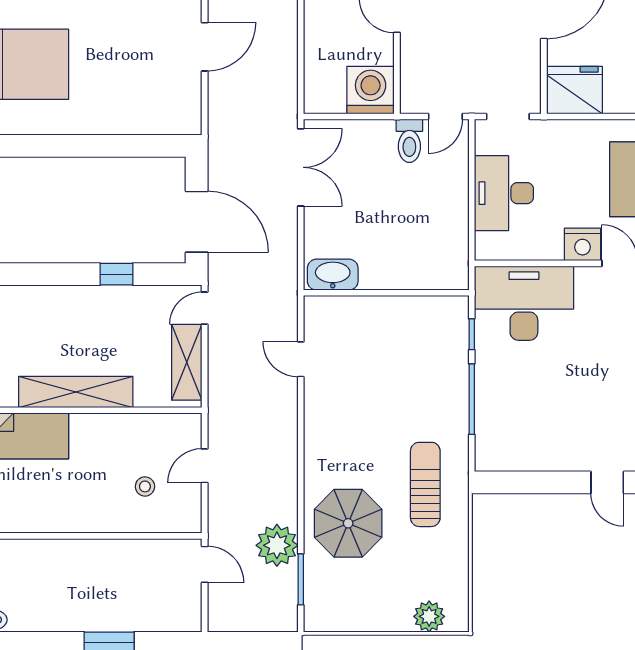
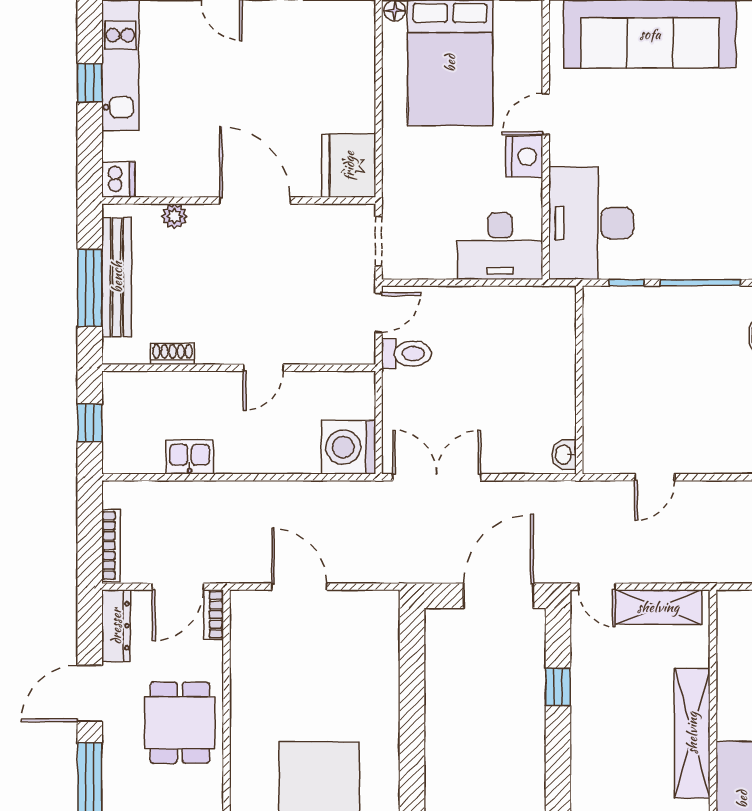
washing machine: (371, 90) -> (349, 447), moved
door: (445, 116) -> (379, 313), hinge flipped
desk: (504, 193) -> (500, 246), moved
washbasin: (333, 275) -> (564, 455), width x0.52, depth x0.69

